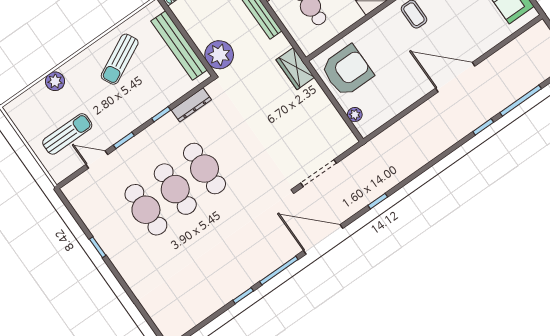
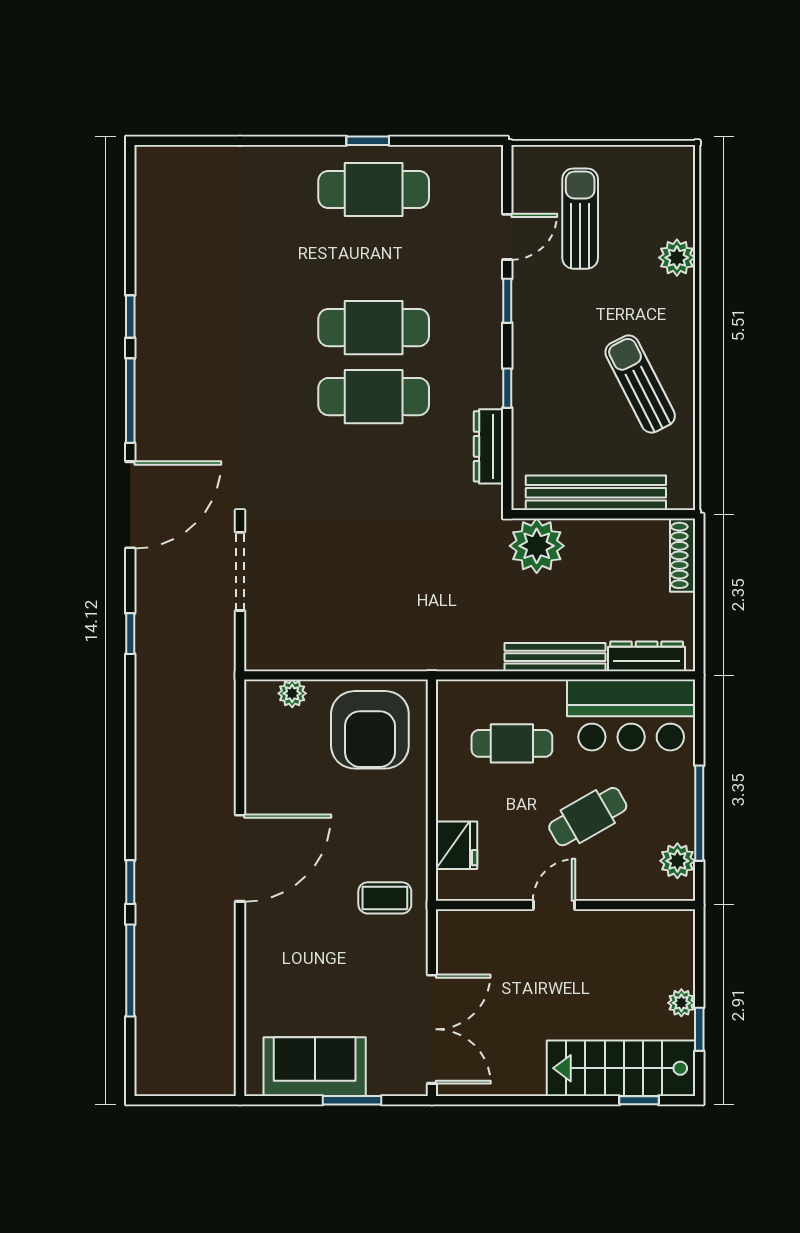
wardrobe: (295, 69) -> (431, 651), removed
door: (455, 77) -> (240, 858), moved
sun lounger: (67, 134) -> (580, 219), turned 180
cafe table: (146, 210) -> (374, 190), moved

